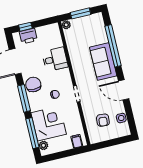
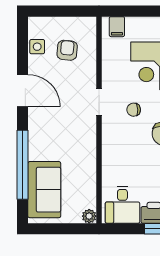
window: (80, 13) -> (62, 229), removed
desk: (55, 59) -> (122, 205), moved, turned -90
sofa: (103, 62) -> (44, 190), moved

